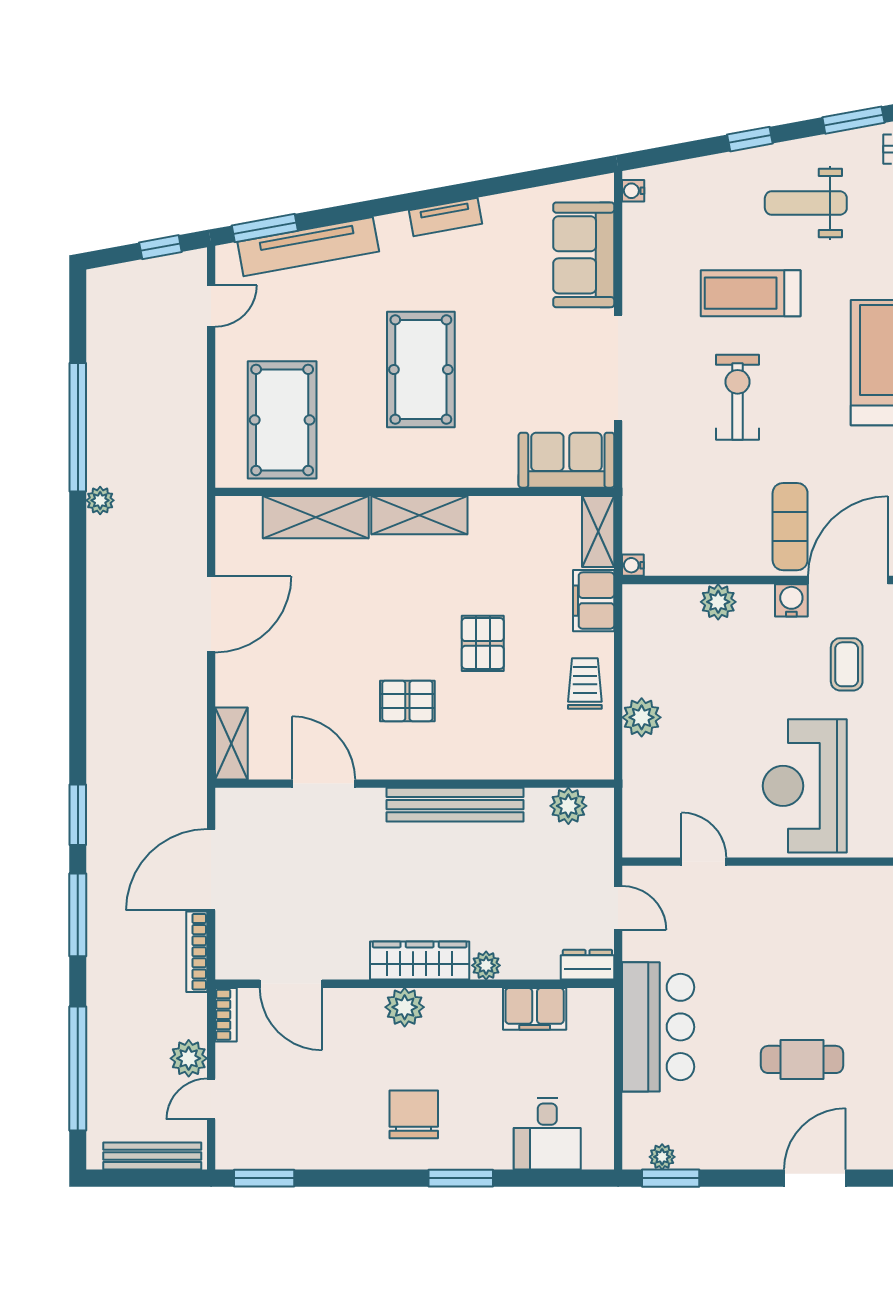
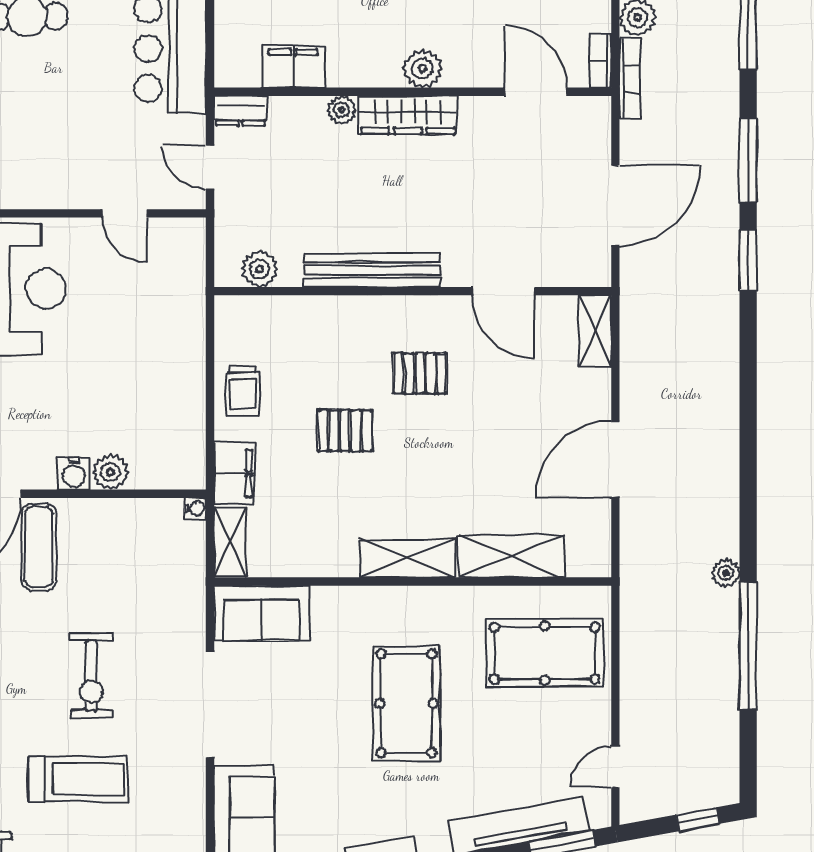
window: (160, 247) -> (698, 819), moved
pool table: (282, 420) -> (545, 653), turned 90
water cooler: (791, 600) -> (74, 473), moved
pallet: (483, 643) -> (345, 431), turned 90
plant: (642, 717) -> (187, 357), removed
bookcase: (197, 952) -> (630, 79), moved

